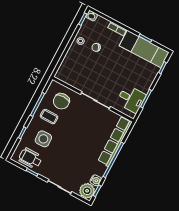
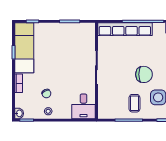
desk: (131, 99) -> (84, 106), moved, turned 180
chair: (61, 101) -> (144, 74), moved

